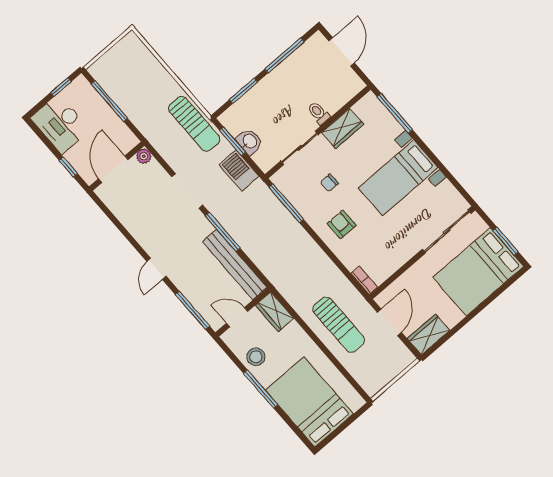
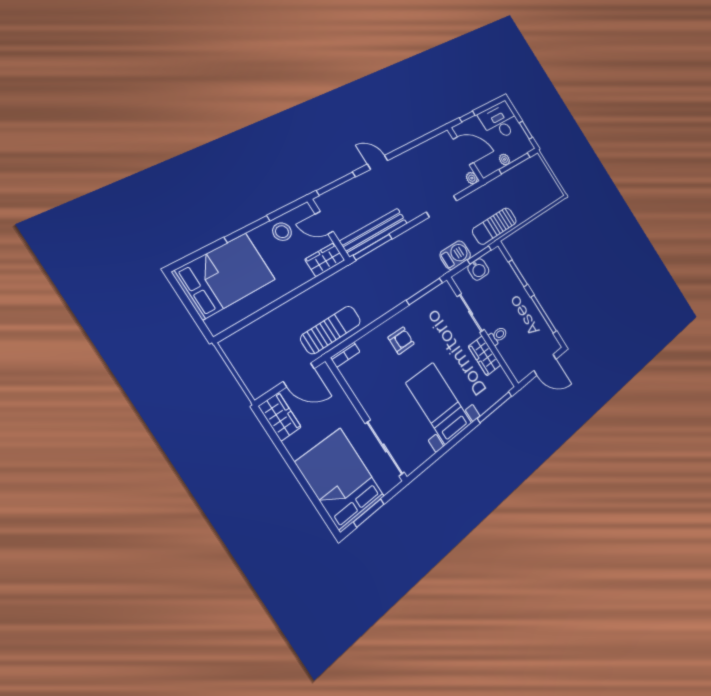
plant: (108, 115) -> (504, 159), added
chair: (329, 183) -> (439, 335), removed
window: (223, 232) -> (373, 247), moved
door: (237, 317) -> (324, 223), swing flipped
sun lounger: (339, 325) -> (331, 330), moved, turned 180

